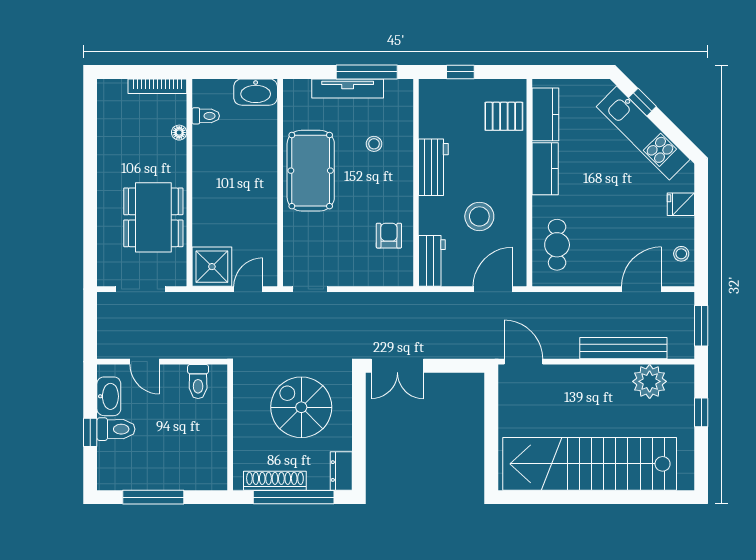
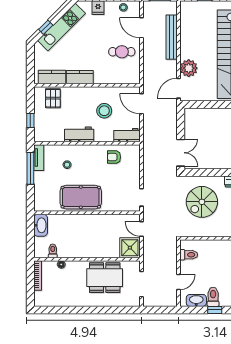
tv unit: (348, 88) -> (39, 158), moved, width x0.71
cafe table: (557, 245) -> (122, 52), moved
plant: (650, 381) -> (189, 68), moved

